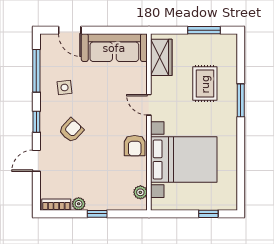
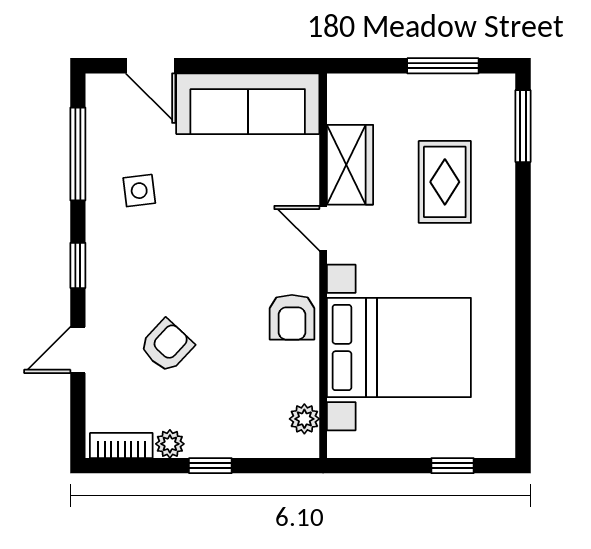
wardrobe: (161, 57) -> (350, 165), moved
window: (241, 100) -> (523, 126), moved
armchair: (71, 130) -> (167, 346), moved

